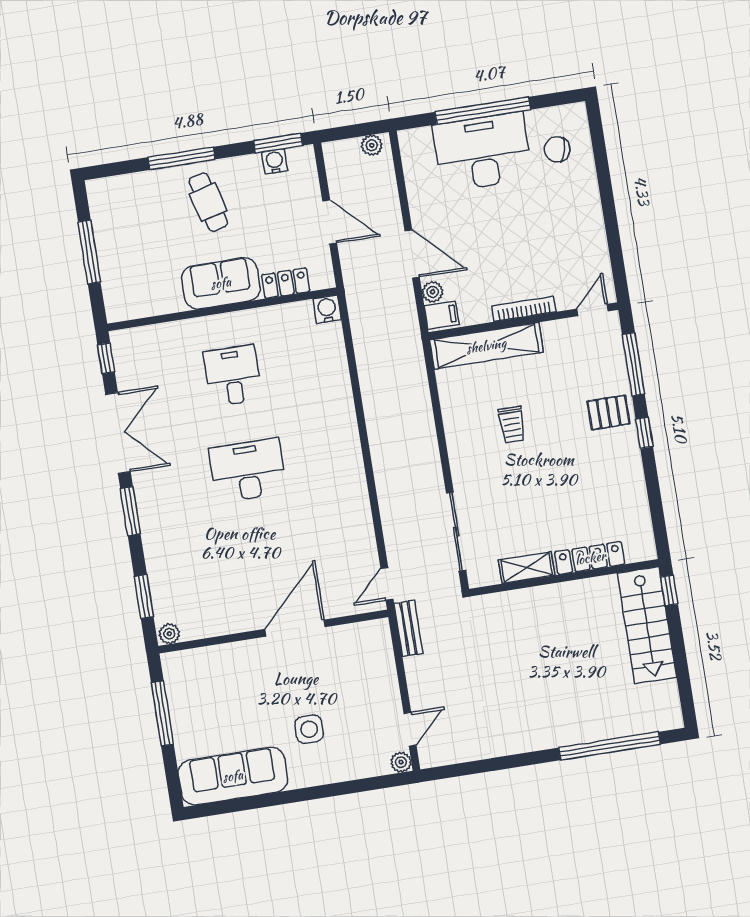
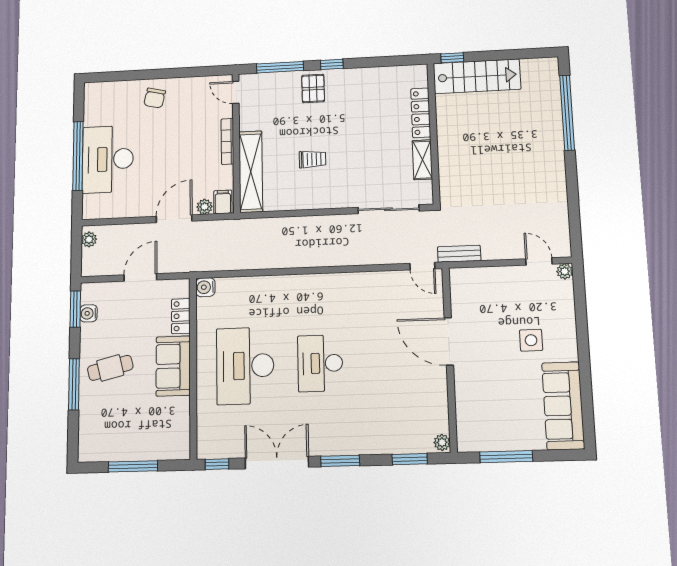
chair: (557, 149) -> (155, 98), moved
desk: (233, 376) -> (245, 366), width x1.87, depth x1.30

